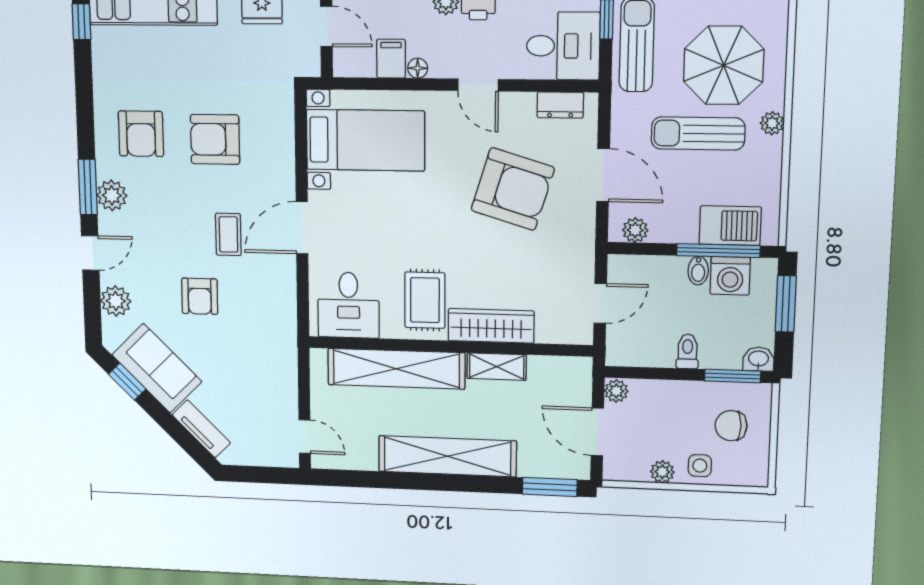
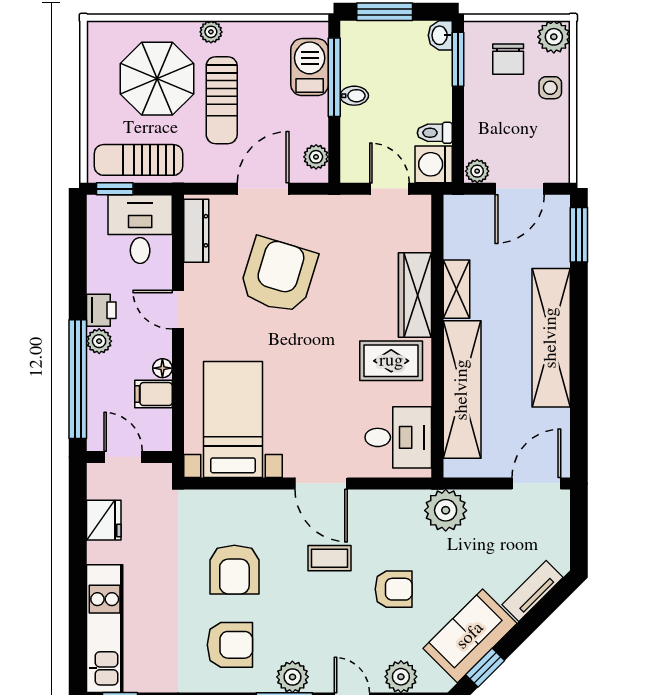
door: (326, 26) -> (123, 457), hinge flipped
door: (478, 85) -> (178, 310), swing flipped
dresser: (560, 105) -> (196, 231), width x1.44
washing machine: (730, 276) -> (434, 164), moved, turned 180
plant: (277, 349) -> (446, 510), added
toilet: (687, 351) -> (435, 133), moved
door: (305, 437) -> (536, 483), width x1.38
plant: (662, 472) -> (554, 37), moved, width x1.38, depth x1.38

